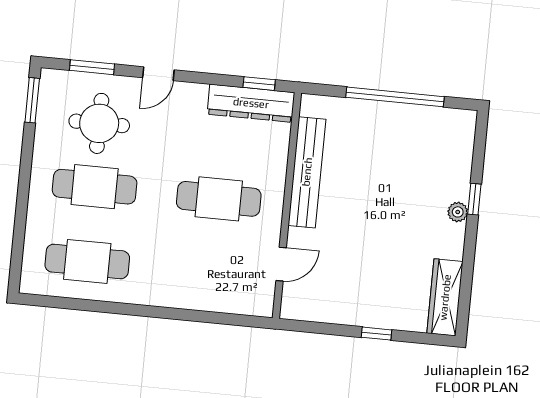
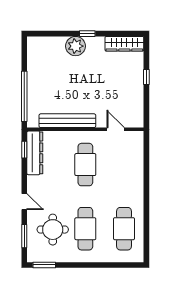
window: (395, 97) -> (24, 96), moved
window: (474, 199) -> (87, 34), moved
plant: (458, 212) -> (76, 46), width x1.88, depth x1.88

